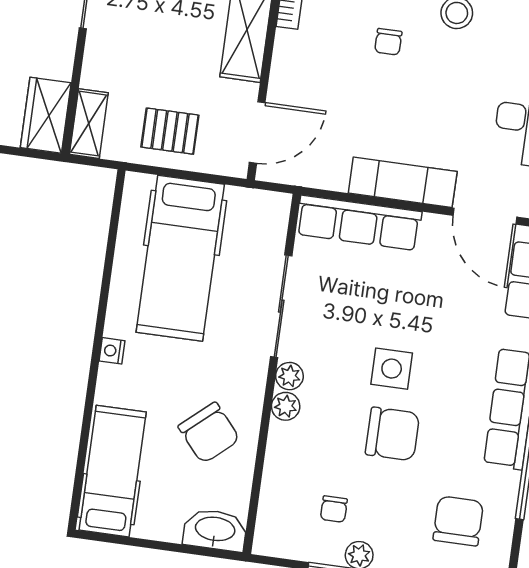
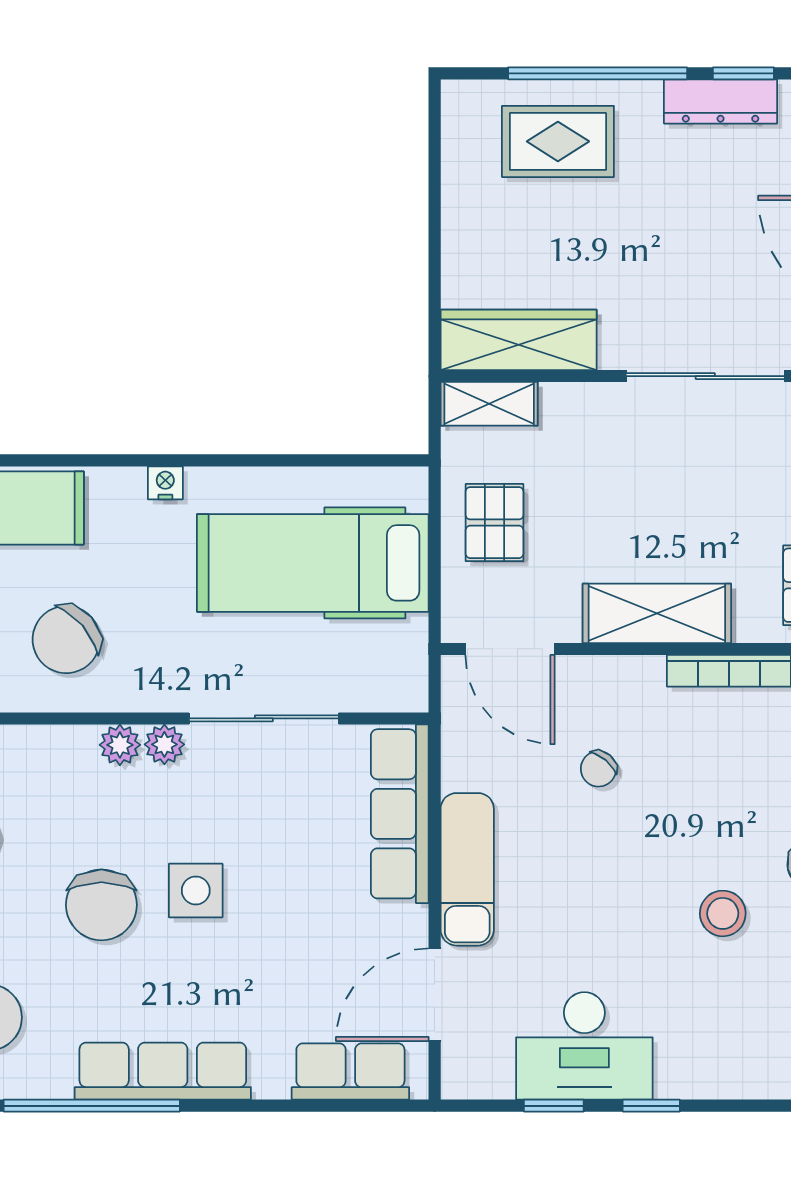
chair: (388, 42) -> (598, 769), moved, turned -50
wardrobe: (46, 115) -> (519, 340), width x1.50

